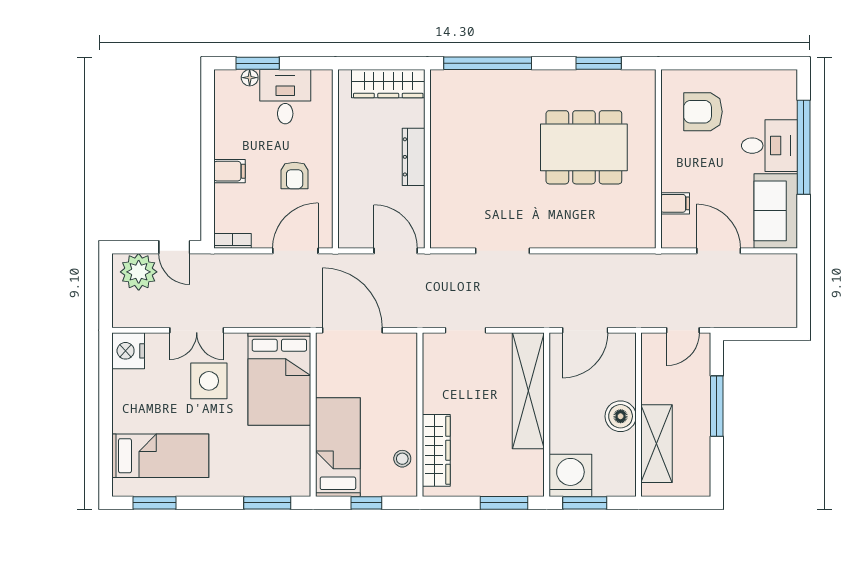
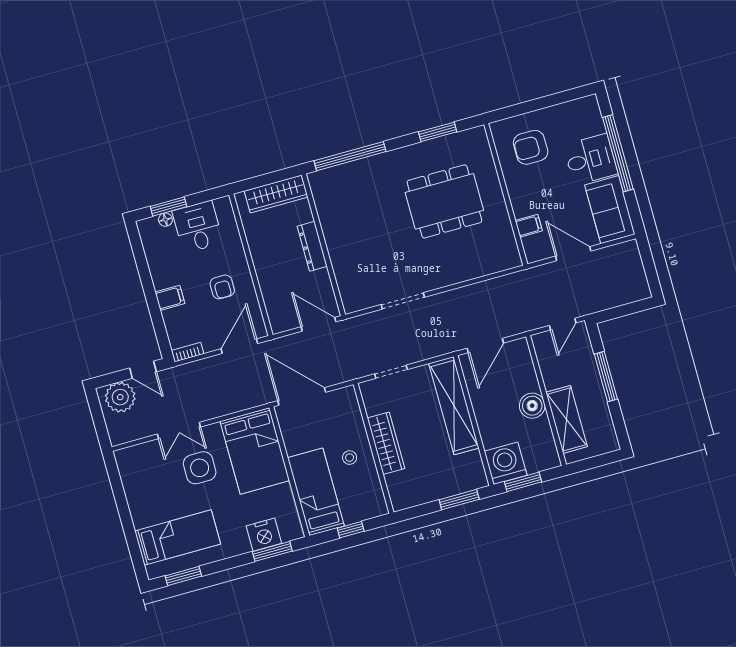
nightstand: (128, 351) -> (264, 535), moved, turned -90
wardrobe: (436, 450) -> (386, 443), moved
stool: (402, 459) -> (350, 458), moved

